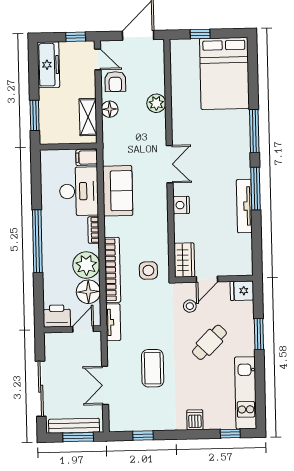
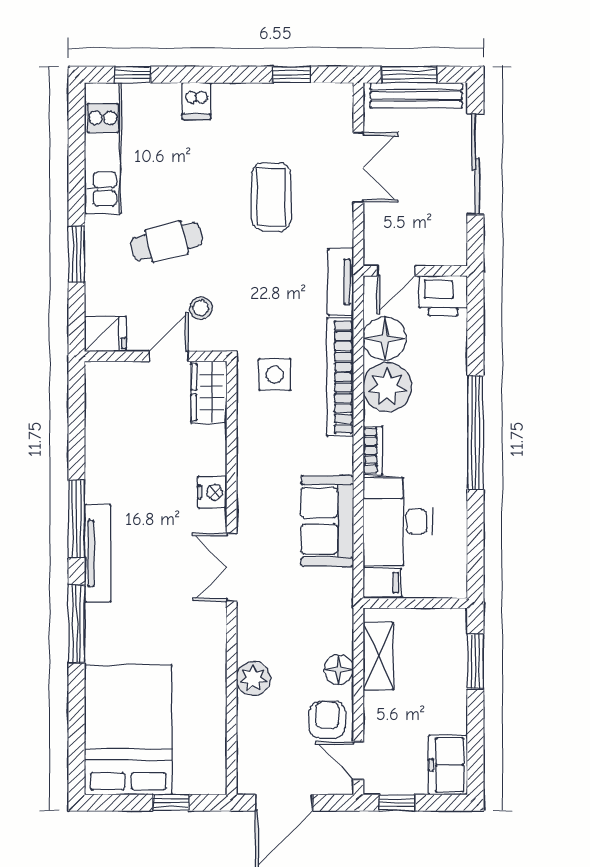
freezer: (48, 65) -> (448, 765), width x0.71
tv unit: (244, 206) -> (98, 553), moved
cafe table: (209, 342) -> (167, 241), turned 31

